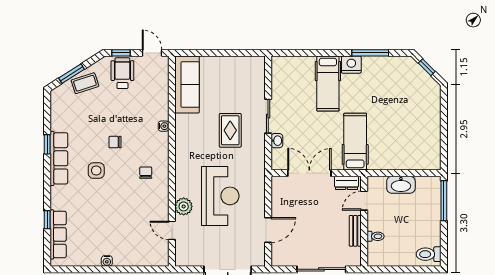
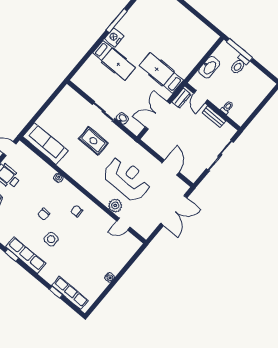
toilet: (429, 254) -> (239, 65), moved

